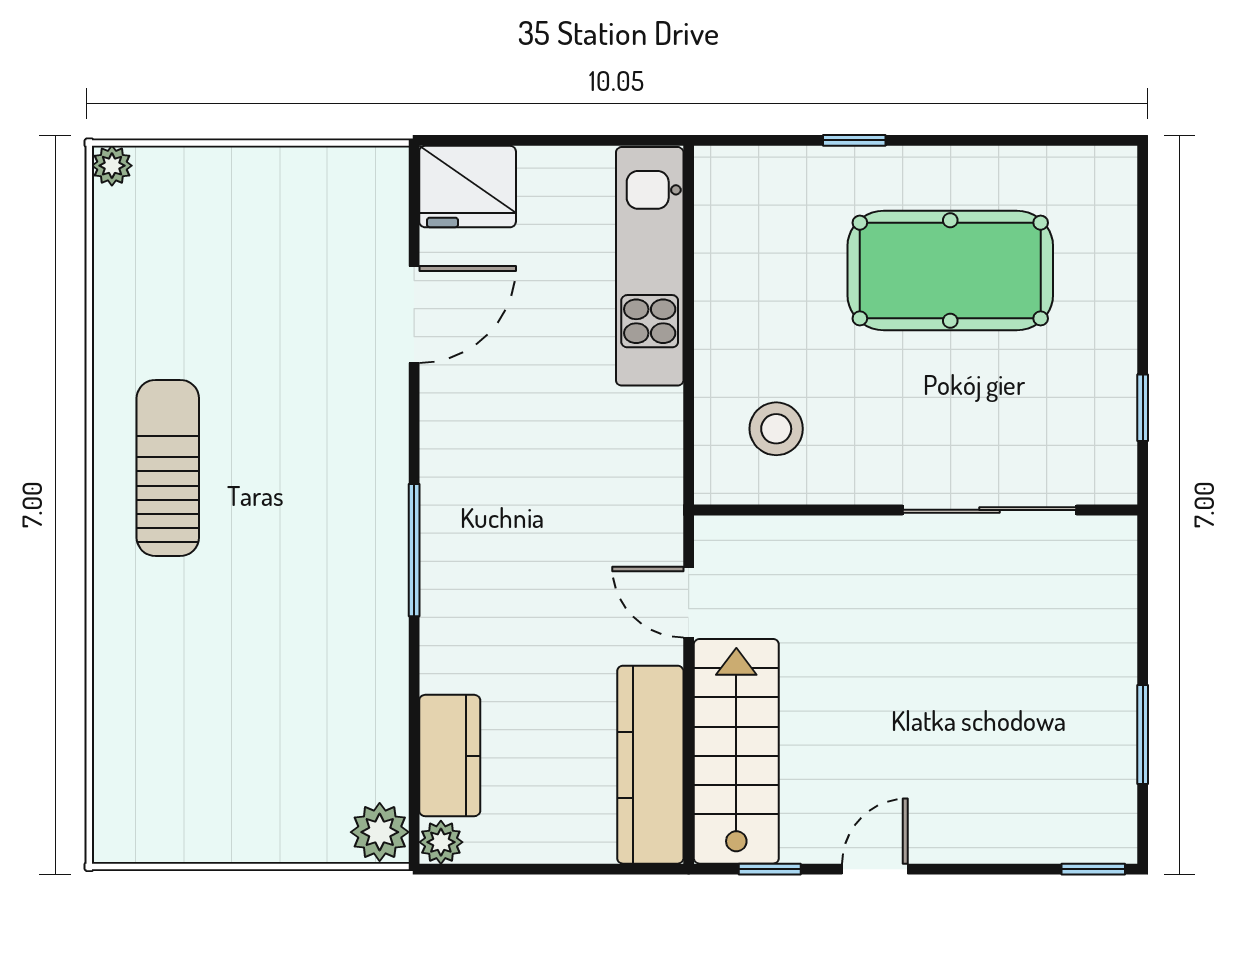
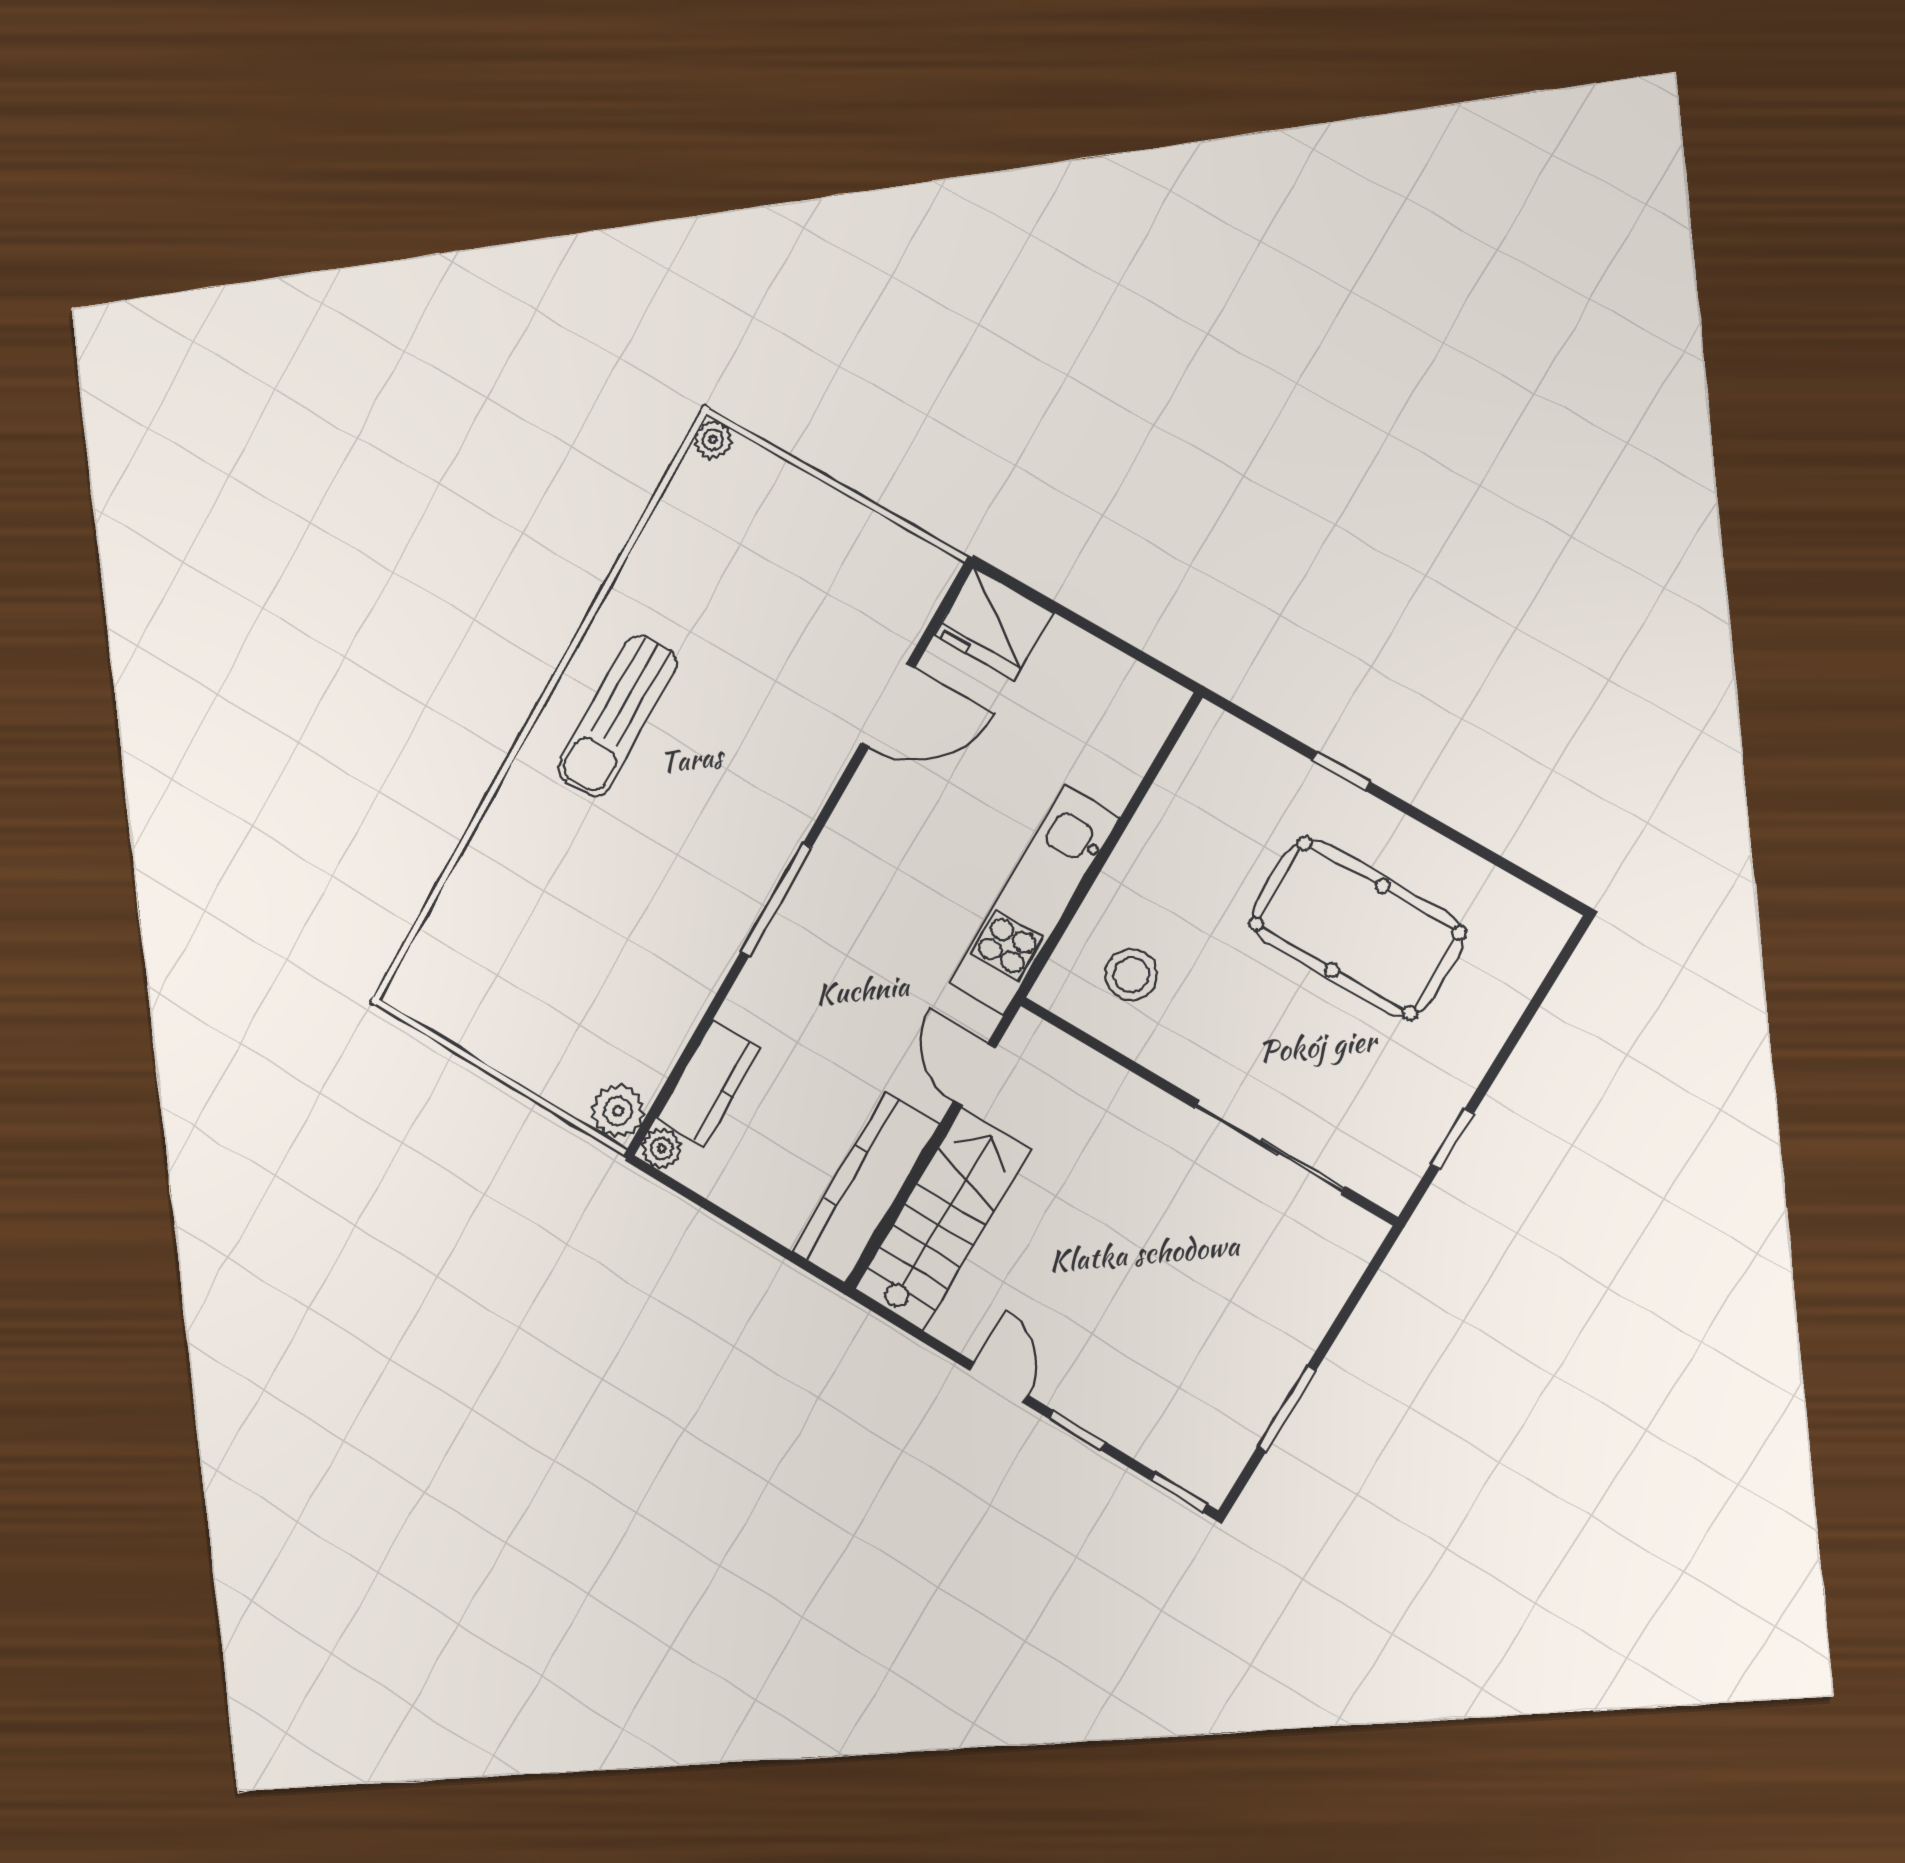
kitchen unit: (650, 266) -> (1034, 900), moved
sun lounger: (168, 468) -> (617, 716), turned 180
window: (770, 869) -> (1077, 1430), moved
door: (875, 869) -> (999, 1383), hinge flipped

